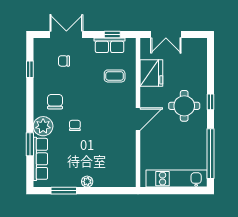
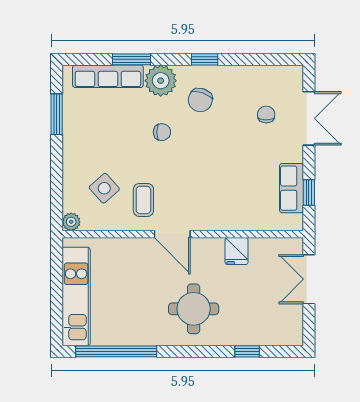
window: (30, 69) -> (205, 59), moved
fridge: (151, 73) -> (237, 251), width x0.53, depth x0.75
coffee table: (115, 76) -> (143, 200), moved
chair: (55, 102) -> (200, 100), turned 109
window: (211, 102) -> (247, 351), moved
side table: (110, 161) -> (104, 188), added
plant: (87, 182) -> (71, 222), moved

